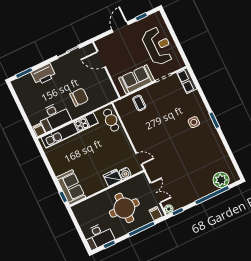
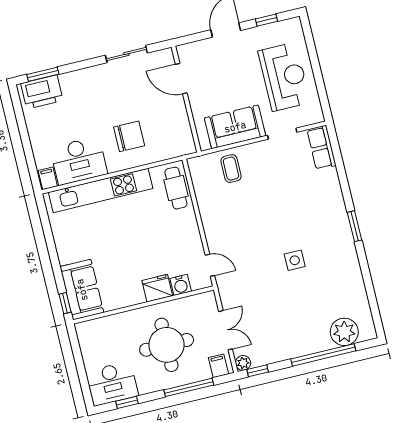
printer: (44, 74) -> (42, 92), moved
side table: (194, 122) -> (295, 260), moved

